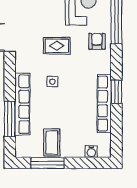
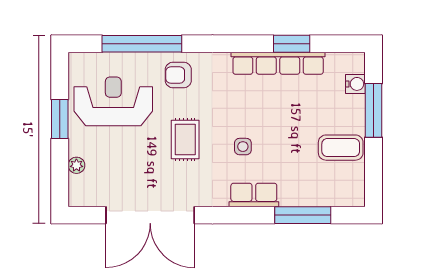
window: (116, 92) -> (292, 44), moved
row of seats: (22, 104) -> (254, 195), width x0.50
window: (47, 163) -> (373, 110), moved

